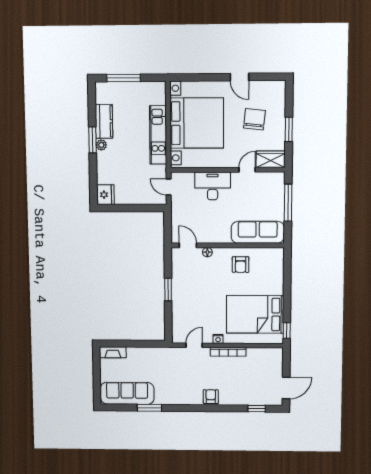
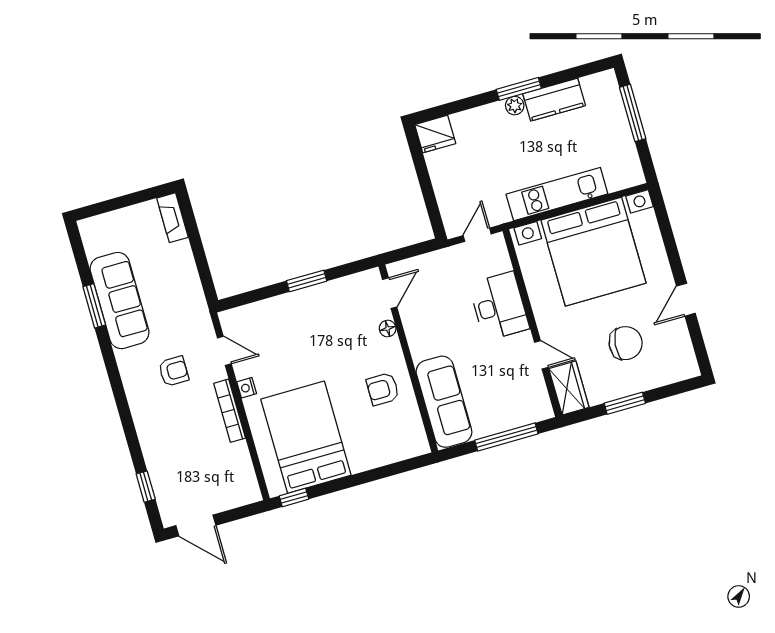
sofa: (127, 393) -> (120, 301), moved
armchair: (211, 397) -> (174, 371), moved

